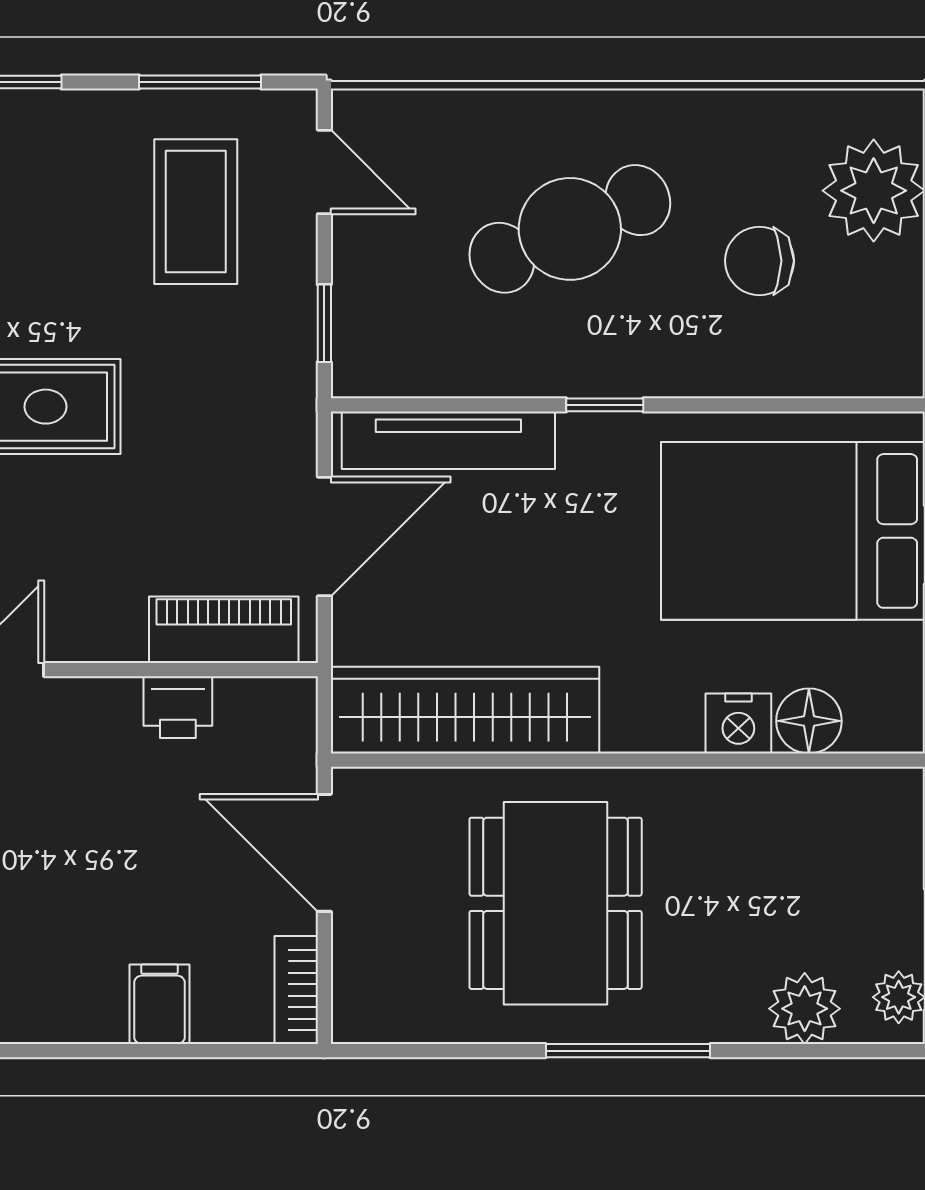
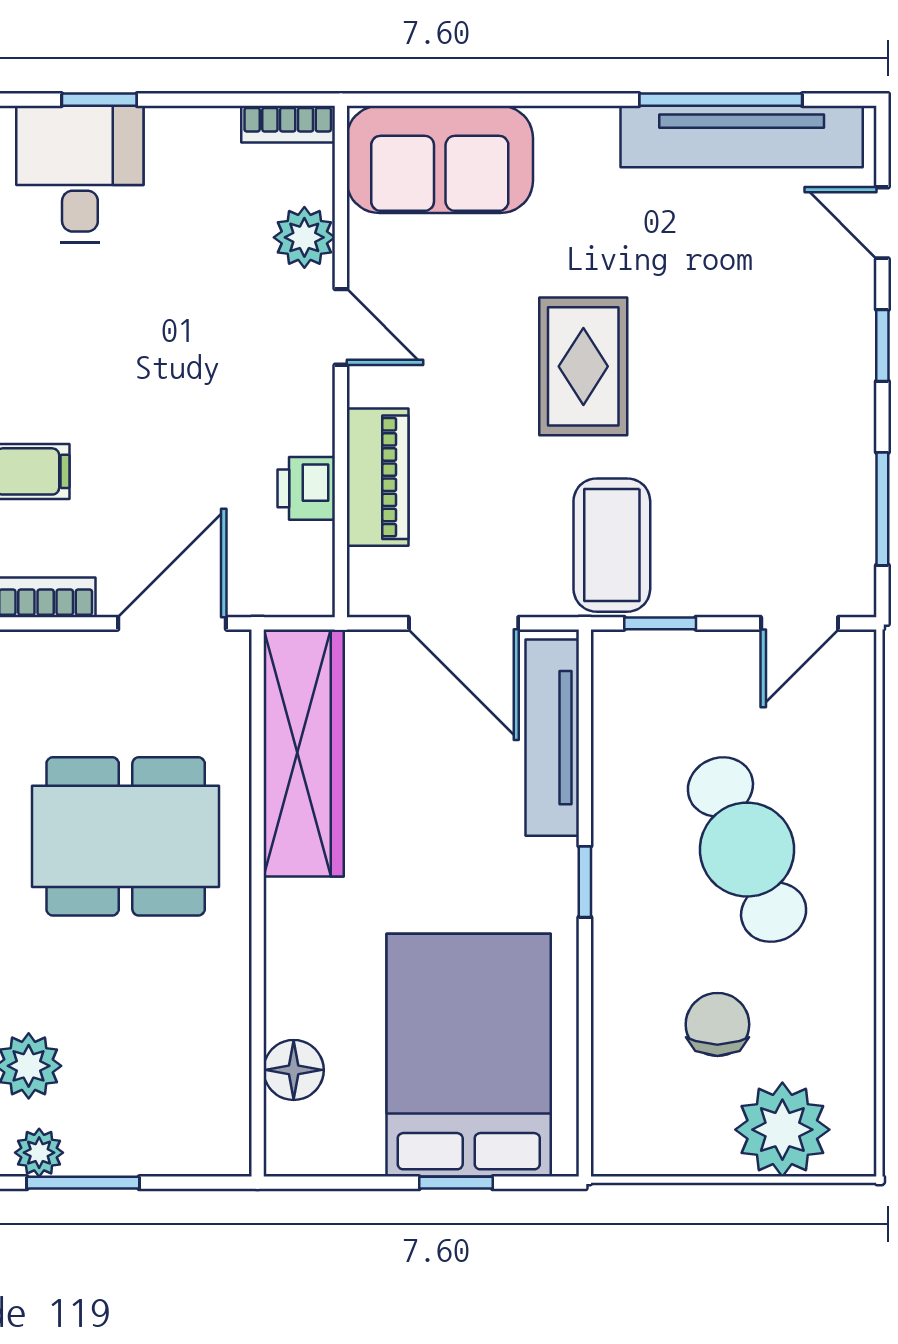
coffee table: (196, 212) -> (612, 545), moved, turned 90
piano: (224, 630) -> (378, 477), moved
nightstand: (738, 723) -> (291, 1005), removed

